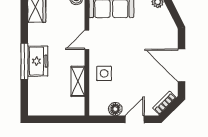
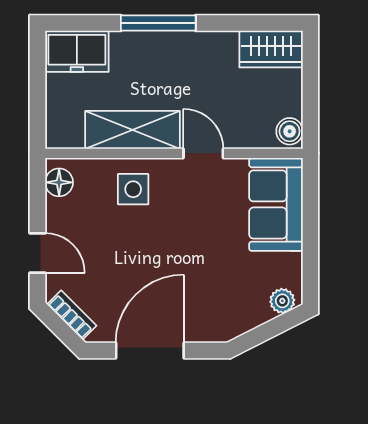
freezer: (38, 61) -> (77, 51), moved
shelving: (78, 81) -> (132, 130), width x1.50, depth x1.33
floor lamp: (115, 109) -> (59, 182), moved

